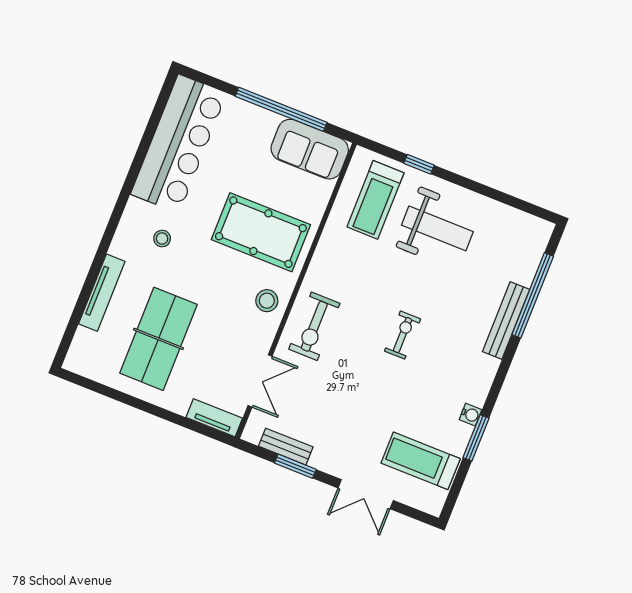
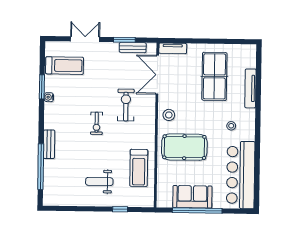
sofa: (310, 149) -> (192, 197), moved
treadmill: (375, 200) -> (139, 168), moved, turned 180
weight bench: (437, 228) -> (99, 182), width x0.73, depth x0.75
bench: (506, 321) -> (49, 144), width x0.73
exercise bike: (314, 326) -> (126, 105), moved
double door: (260, 381) -> (157, 75), width x1.37

